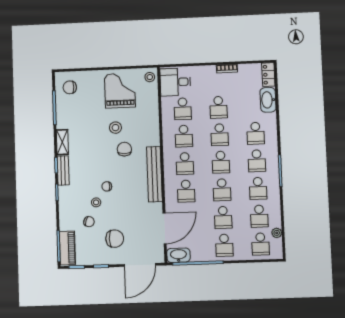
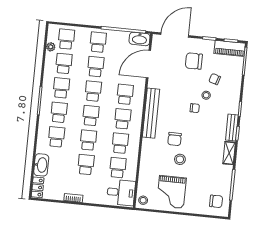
piano: (67, 248) -> (230, 48), moved, turned -90

